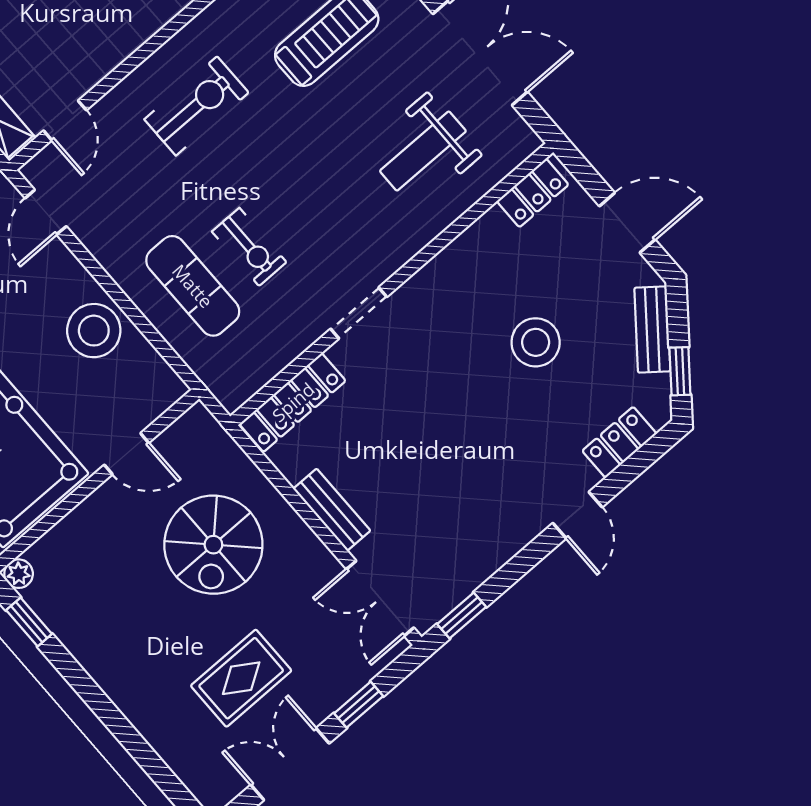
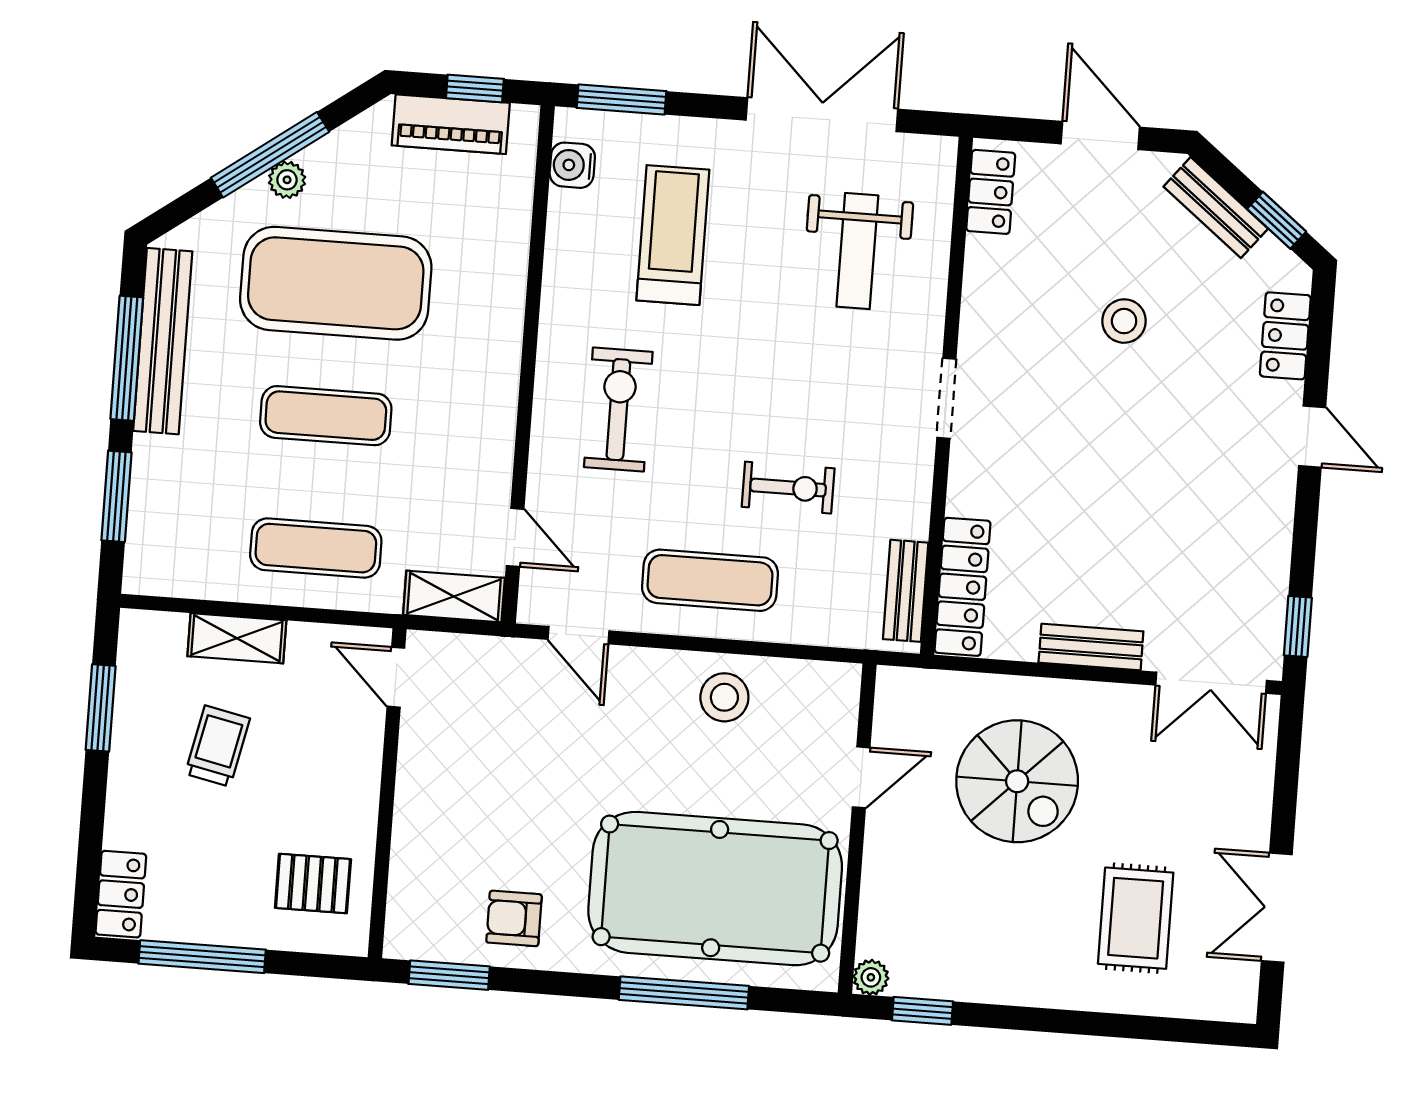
door: (627, 223) -> (1100, 136), hinge flipped
exercise mat: (193, 286) -> (710, 580), moved
doorway: (359, 313) -> (946, 398), moved
stool: (94, 331) -> (724, 697), width x0.73, depth x0.73
stool: (536, 342) -> (1124, 321), width x0.73, depth x0.73
bench: (258, 373) -> (906, 591), added
rug: (241, 678) -> (1136, 918), moved
window: (359, 705) -> (1285, 795), removed

